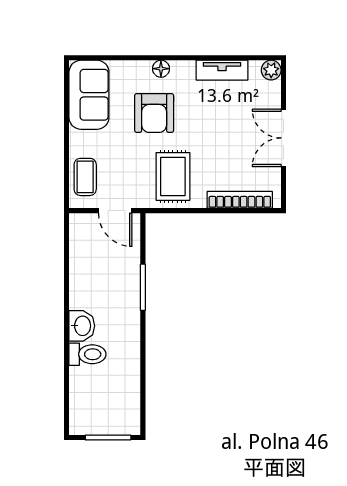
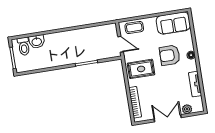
plant: (271, 70) -> (187, 109), moved
door: (115, 211) -> (121, 44), swing flipped
washbasin: (82, 326) -> (37, 41), moved
toilet: (87, 354) -> (24, 46), moved

